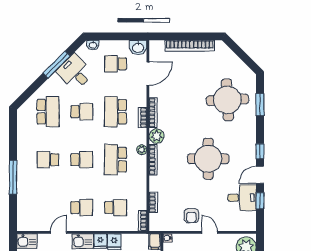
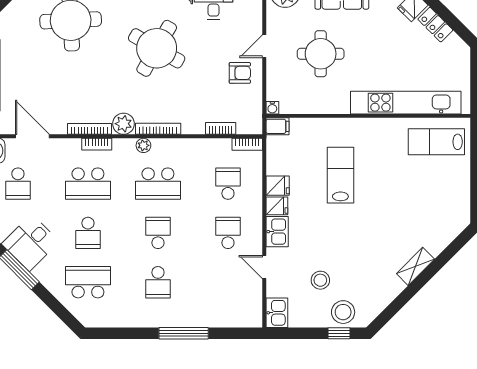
school desk: (82, 112) -> (88, 233), turned 180
round table: (208, 159) -> (157, 48), turned 30

